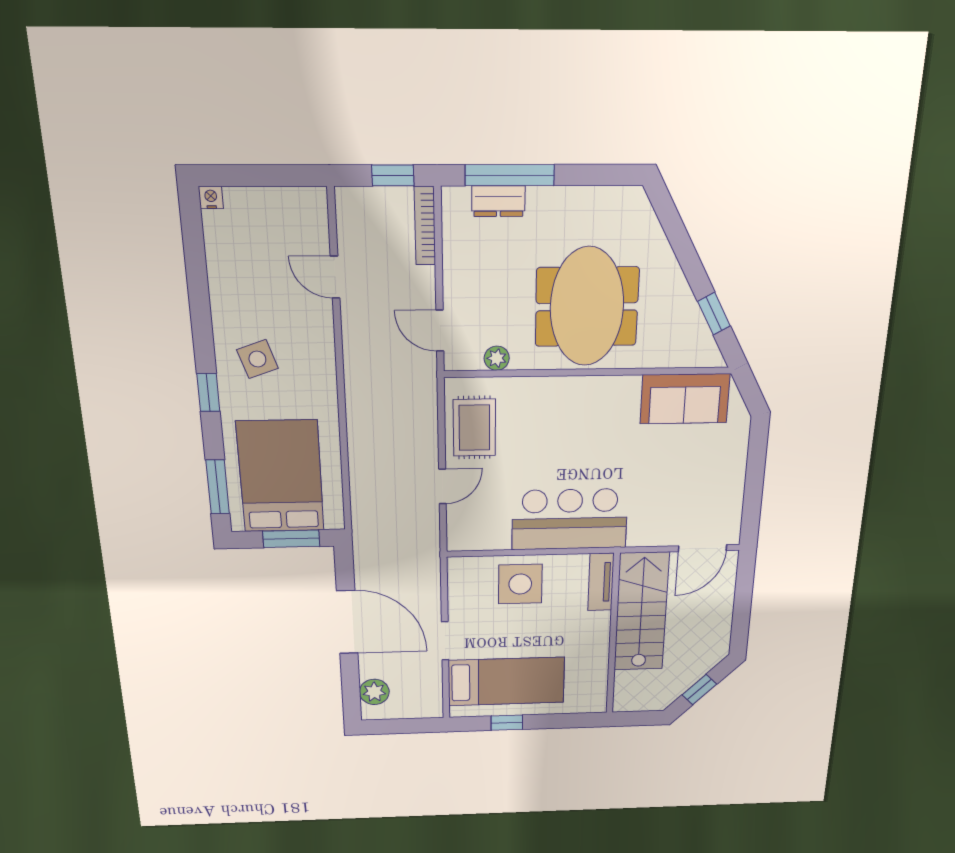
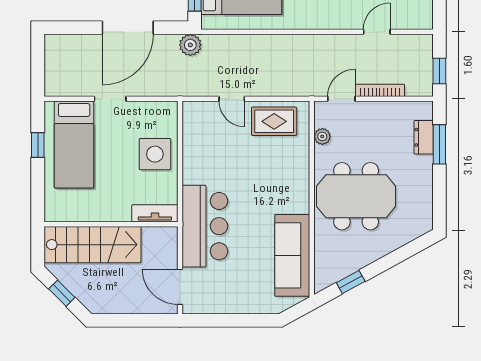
window: (510, 175) -> (439, 144), width x0.69
bookcase: (425, 226) -> (380, 90), moved
sofa: (685, 399) -> (292, 255), width x1.36
bar counter: (570, 519) -> (205, 226), moved
stairs: (641, 612) -> (92, 245), moved
plant: (374, 692) -> (190, 45), moved

